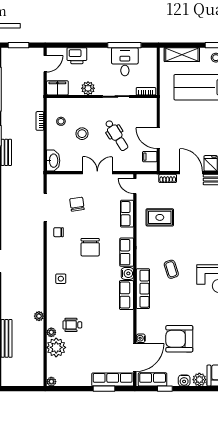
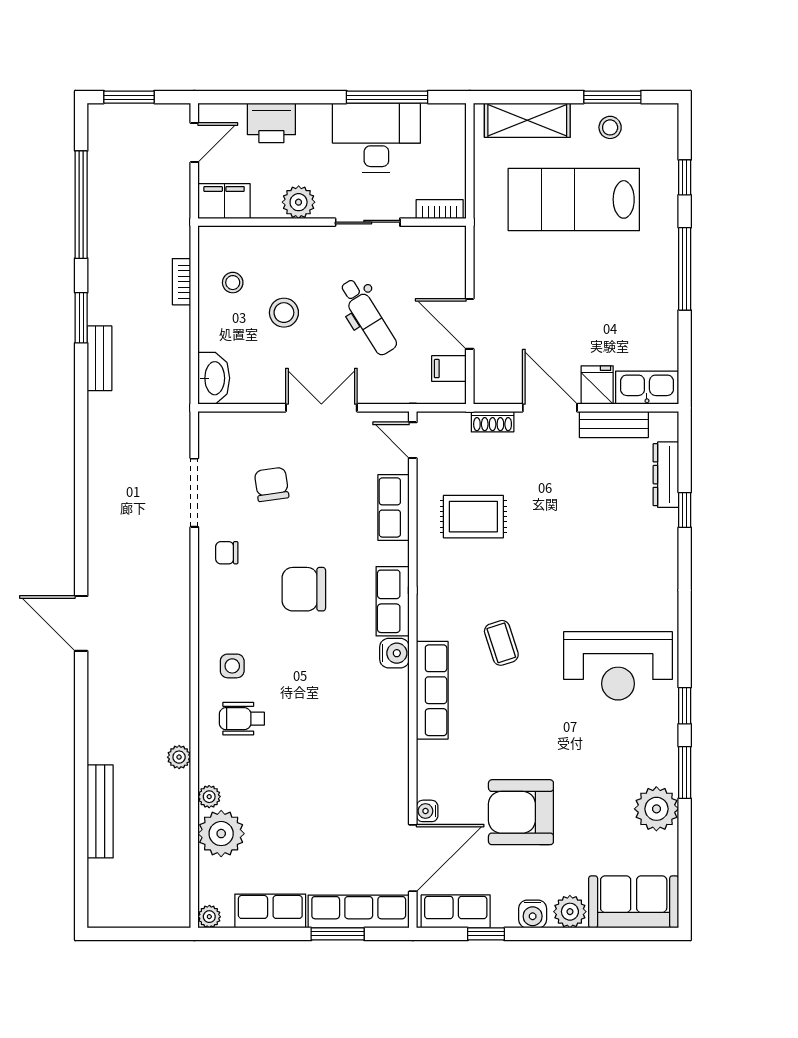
desk: (125, 62) -> (376, 138), width x1.37
chair: (90, 247) -> (304, 589), turned 90
row of seats: (126, 295) -> (270, 911), moved, turned 90
wheelchair: (72, 325) -> (242, 719), moved

